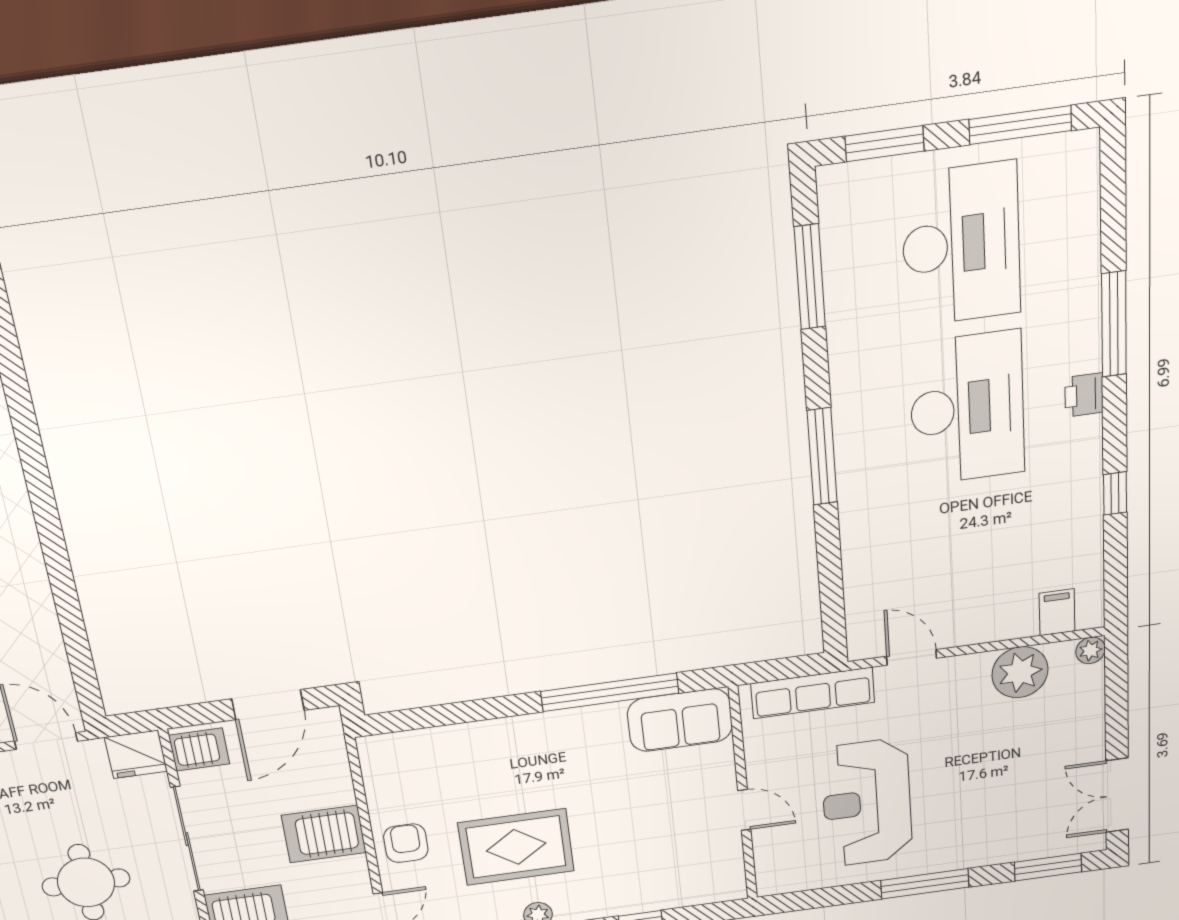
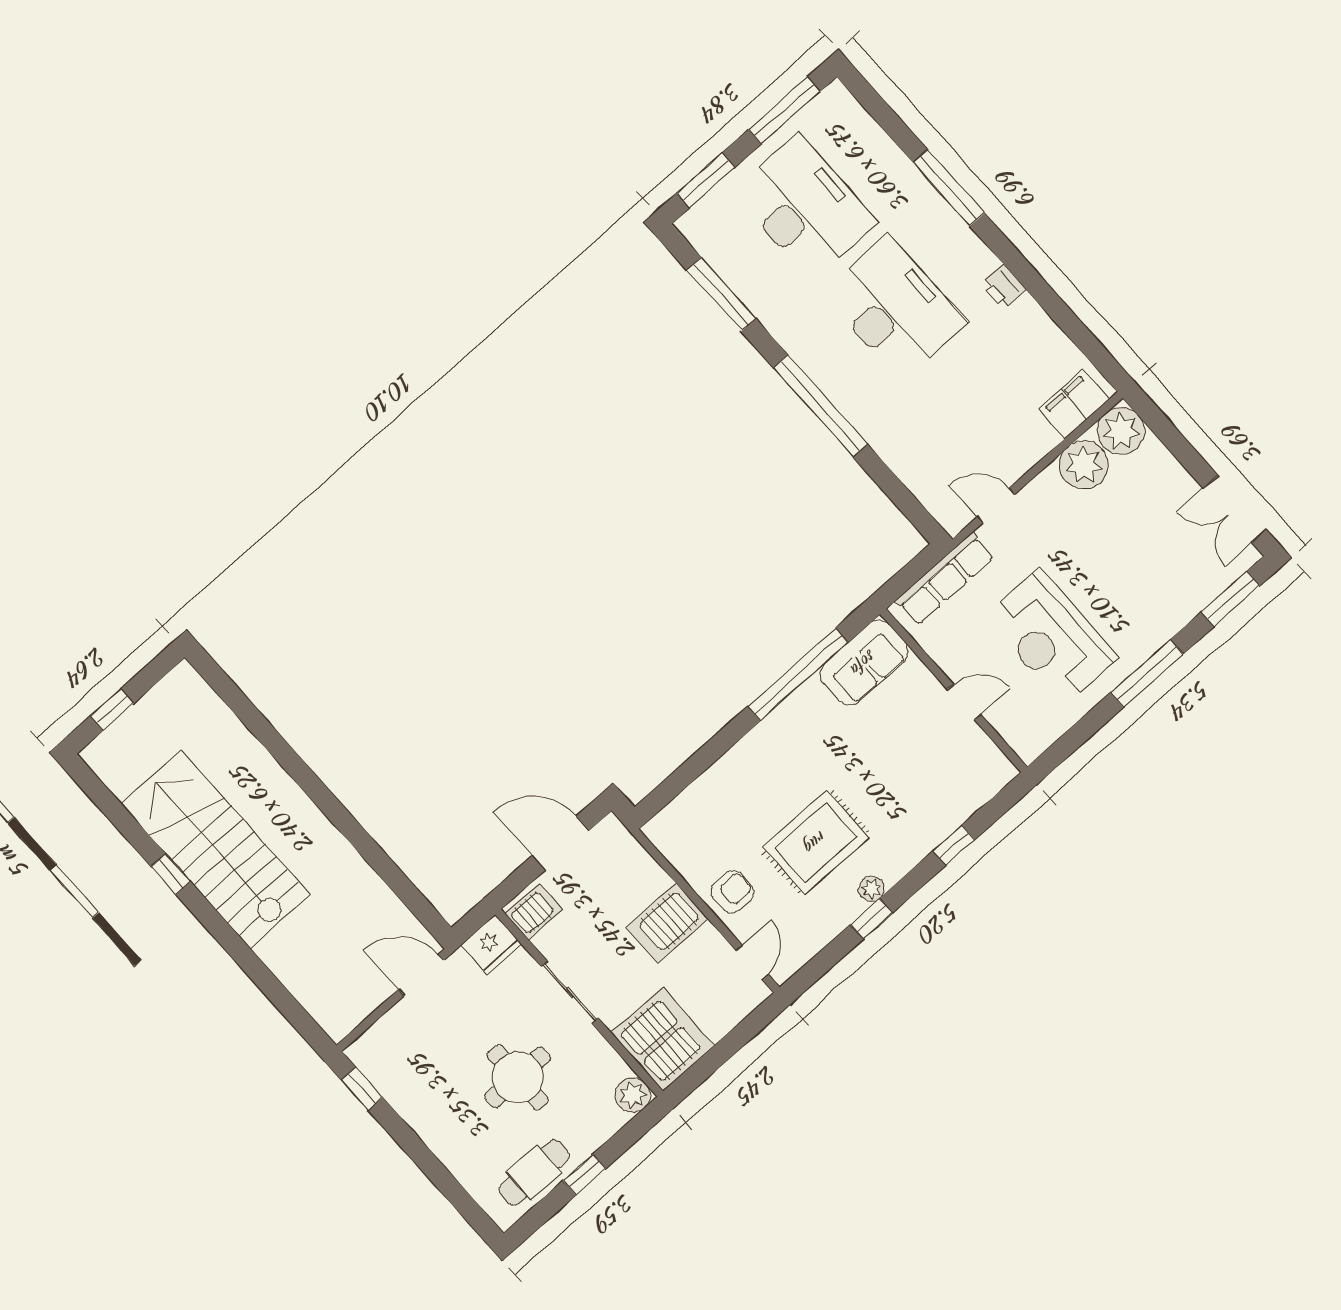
printer: (1084, 395) -> (1004, 287), moved
window: (822, 456) -> (821, 406), width x1.46
window: (1115, 493) -> (1045, 296), removed
filing cabinet: (1057, 612) -> (1074, 404), width x2.00
plant: (1090, 650) -> (1121, 431), width x1.88, depth x1.88
door: (268, 705) -> (561, 843), swing flipped
sliding door: (187, 839) -> (570, 992), width x0.73
armchair: (406, 843) -> (732, 892), turned 90

